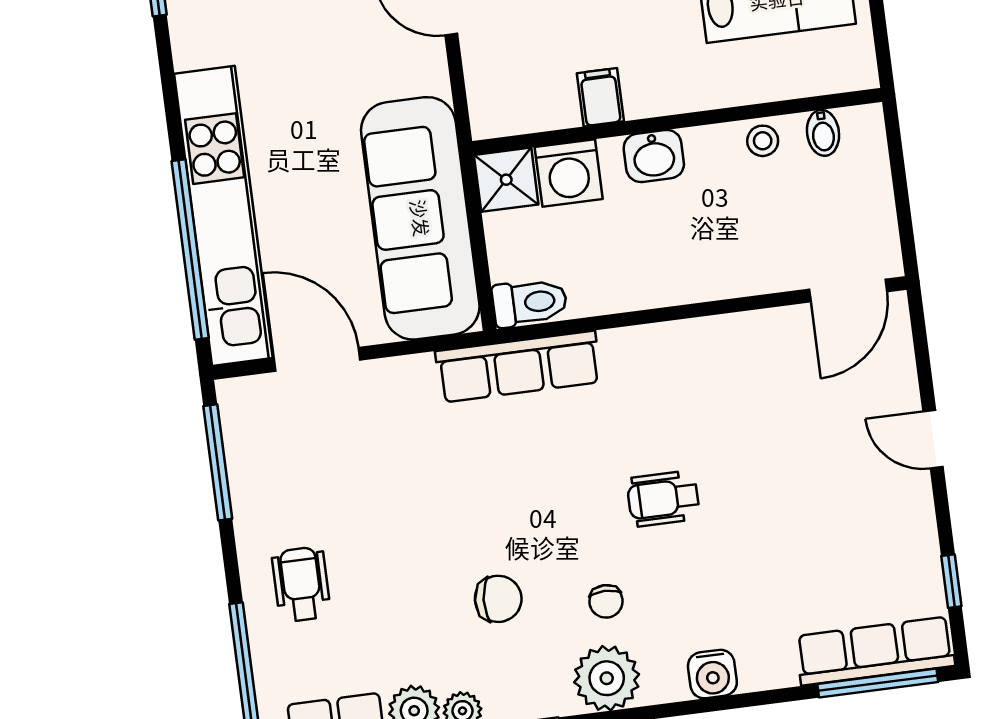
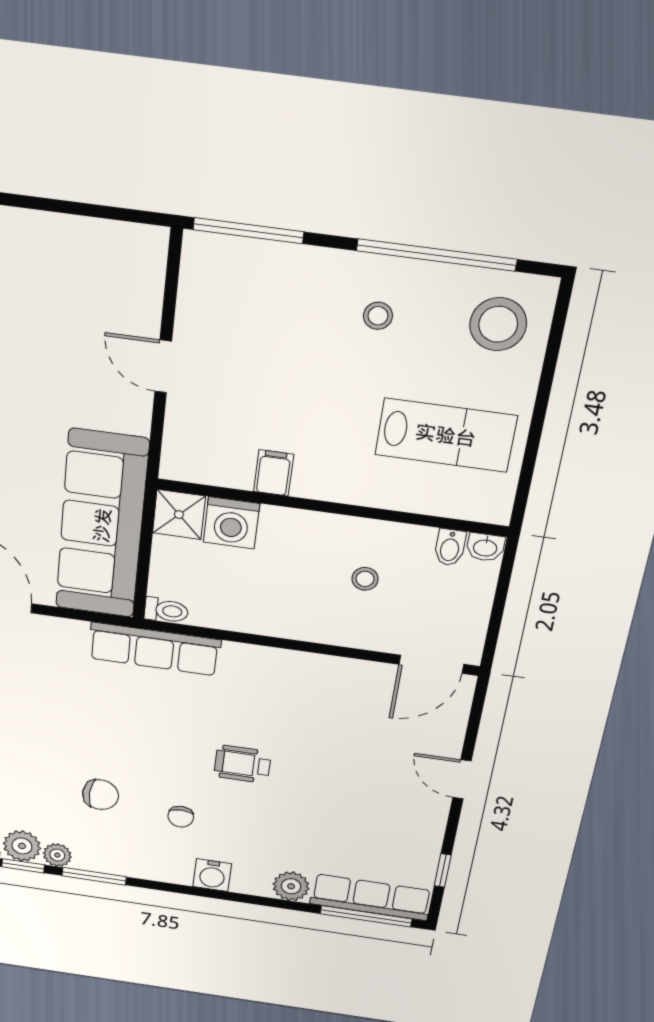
stool: (763, 141) -> (365, 579), moved
washbasin: (654, 156) -> (485, 547), moved, width x0.72, depth x0.69
toilet: (530, 303) -> (166, 611), width x0.73, depth x0.72
water cooler: (712, 674) -> (212, 875), moved
plant: (607, 678) -> (291, 886), moved, width x0.73, depth x0.73

